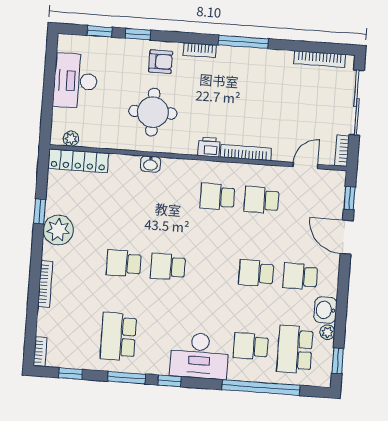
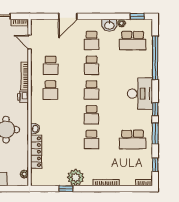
locker: (78, 161) -> (36, 152), moved
window: (350, 198) -> (46, 16), removed
school desk: (251, 346) -> (92, 90), moved

